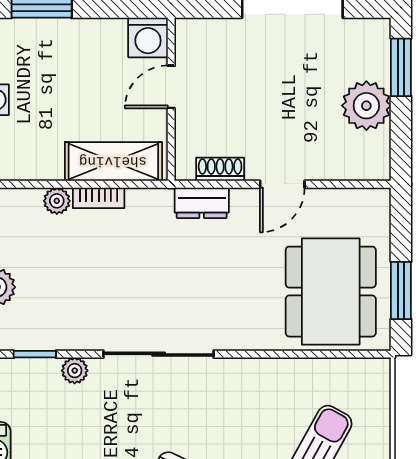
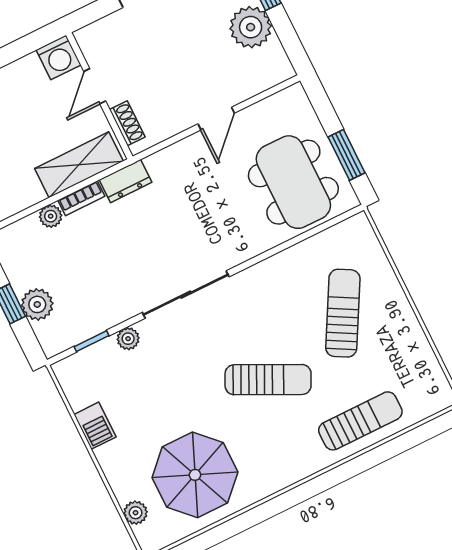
shoe rack: (220, 169) -> (127, 123), moved, turned 90
dresser: (202, 203) -> (126, 181), moved

